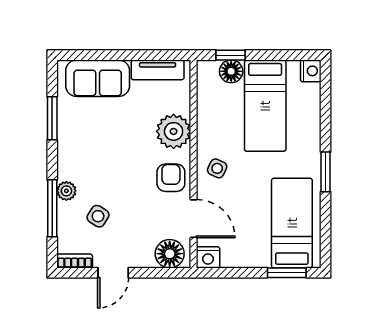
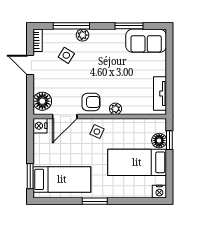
sofa: (98, 78) -> (146, 41), moved, turned -90
plant: (174, 131) -> (115, 109), width x0.53, depth x0.53

